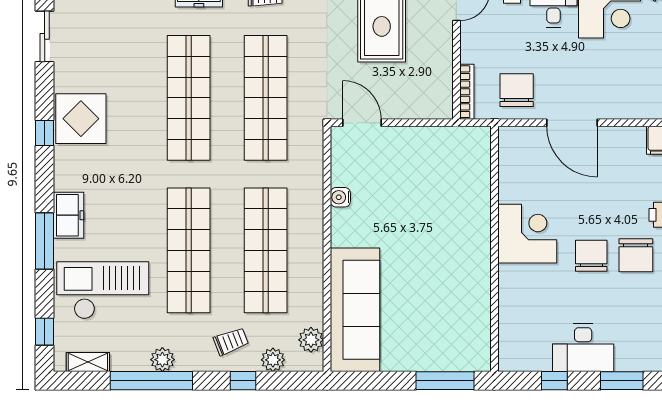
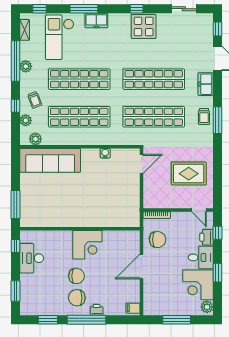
checkout: (103, 290) -> (60, 37), turned 180
desk: (583, 348) -> (32, 258), moved
window: (554, 381) -> (16, 246), moved

